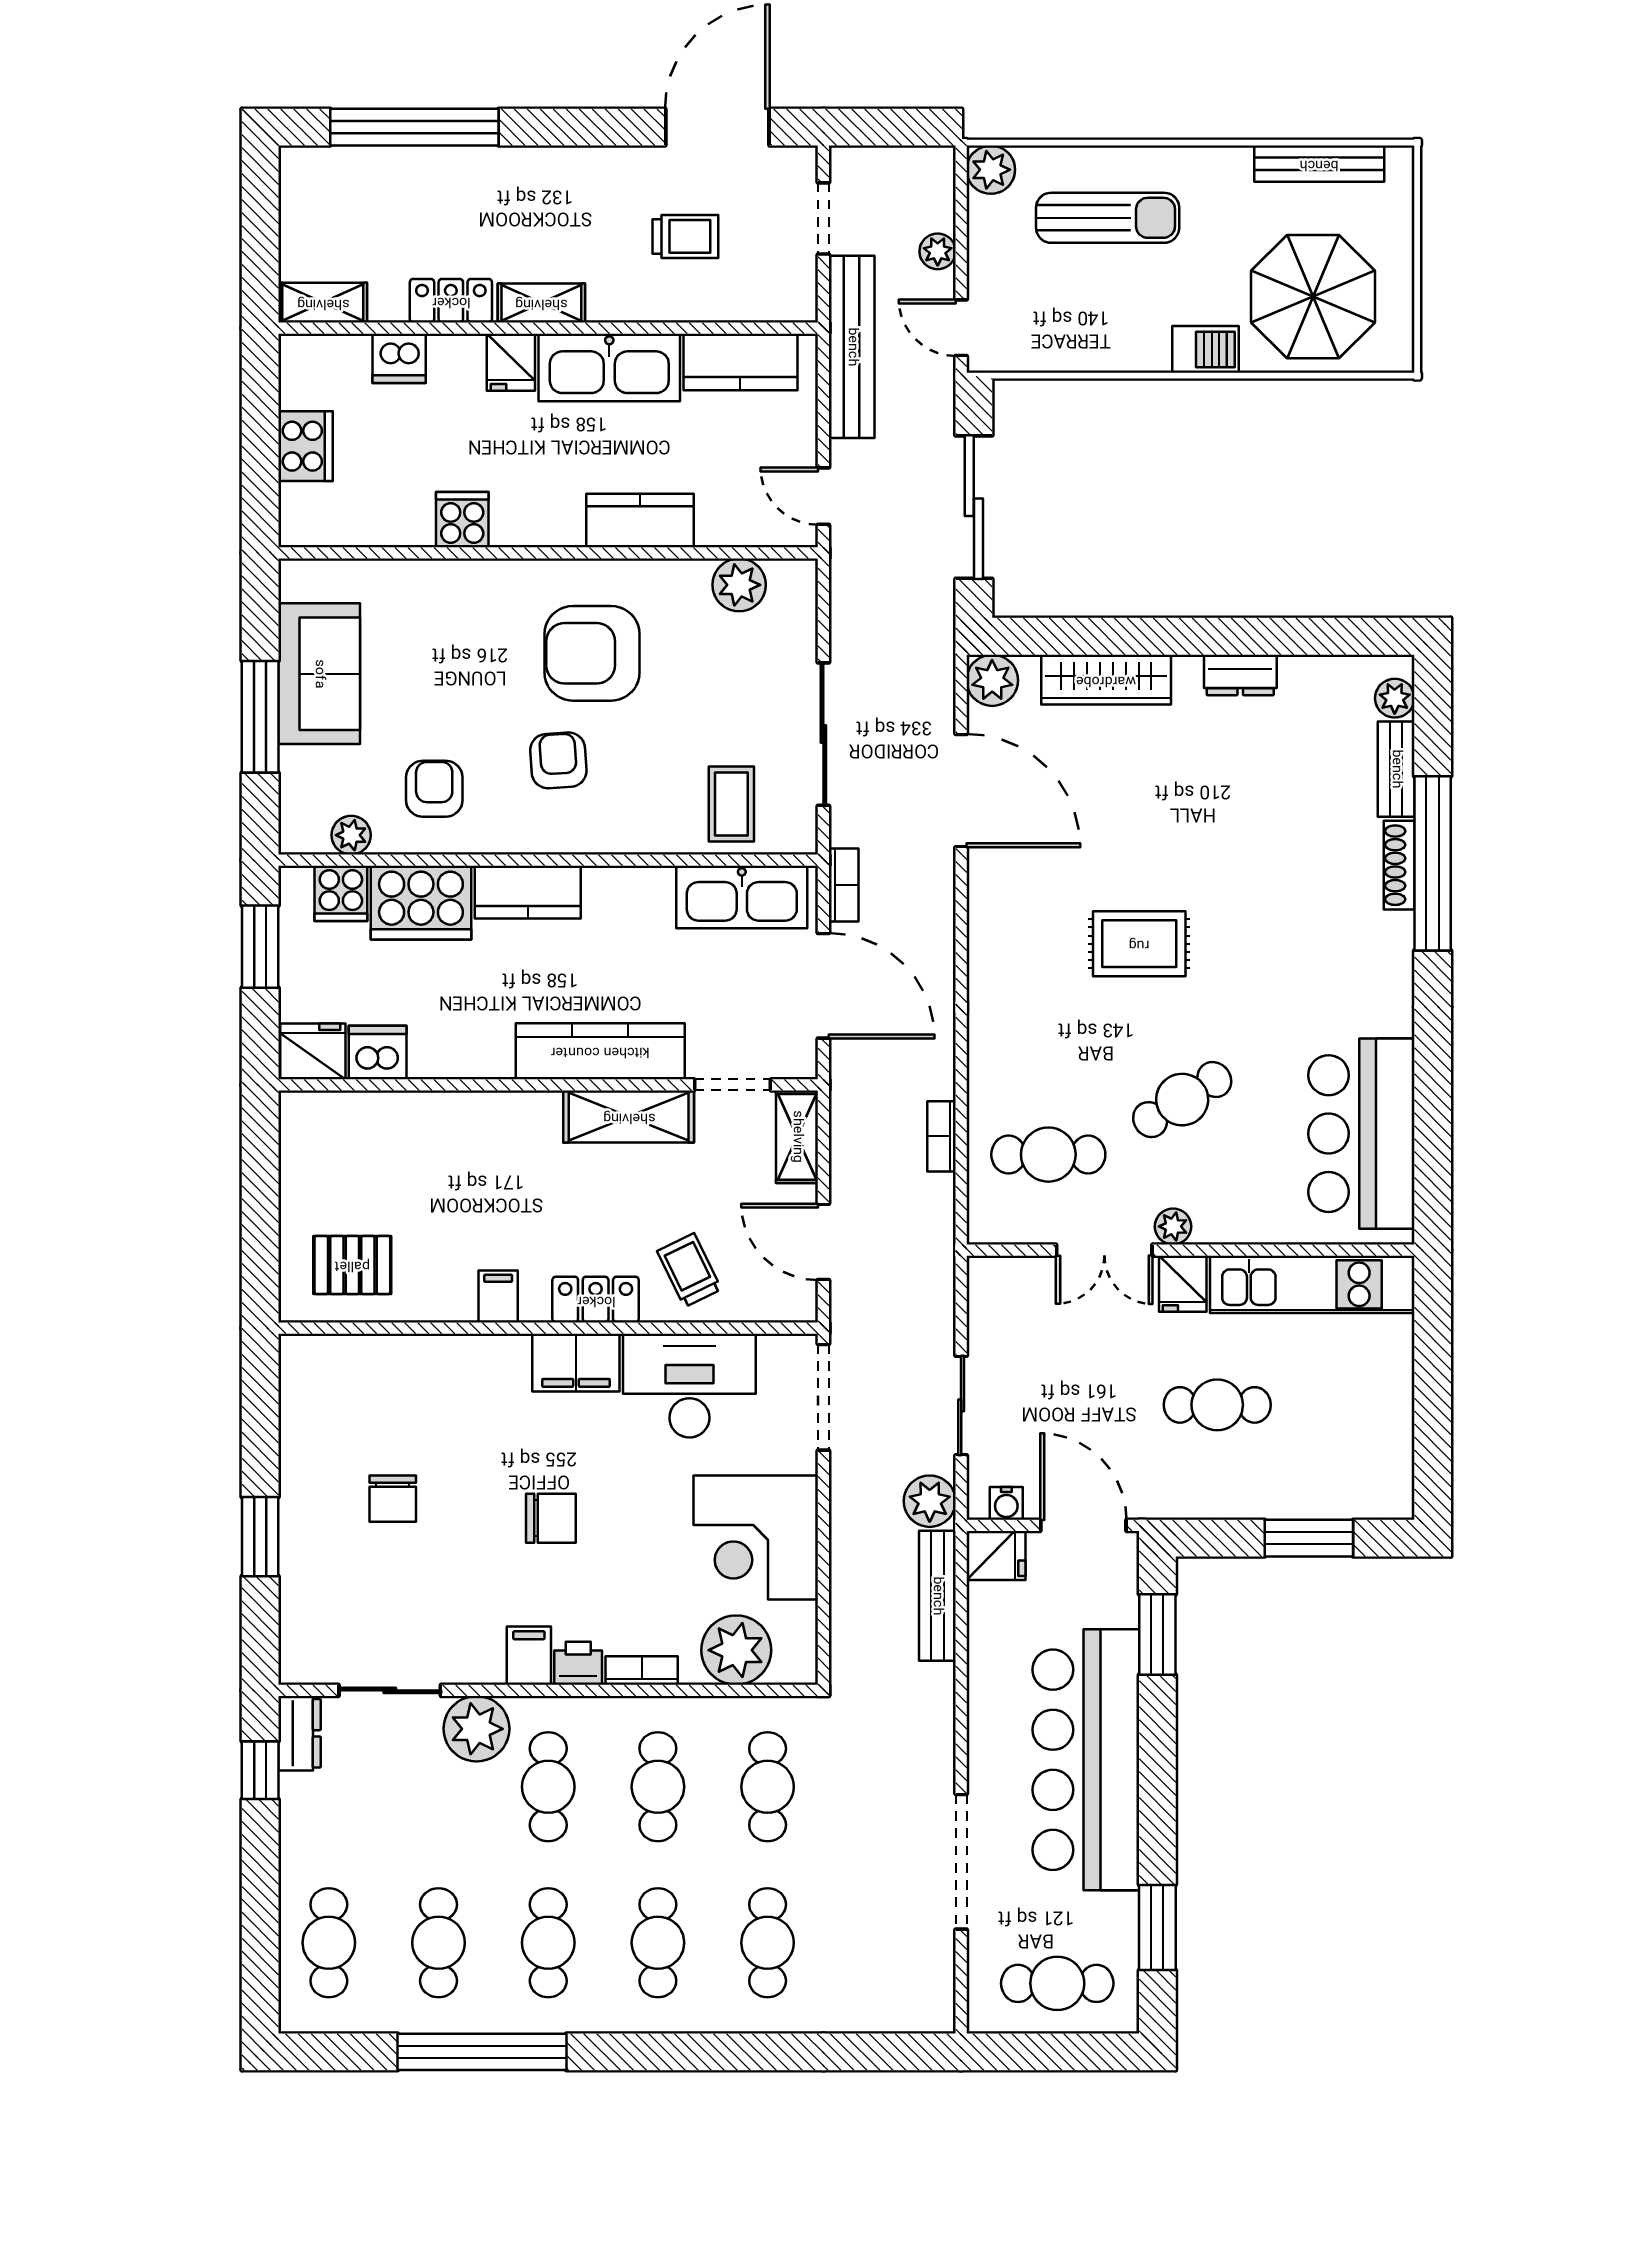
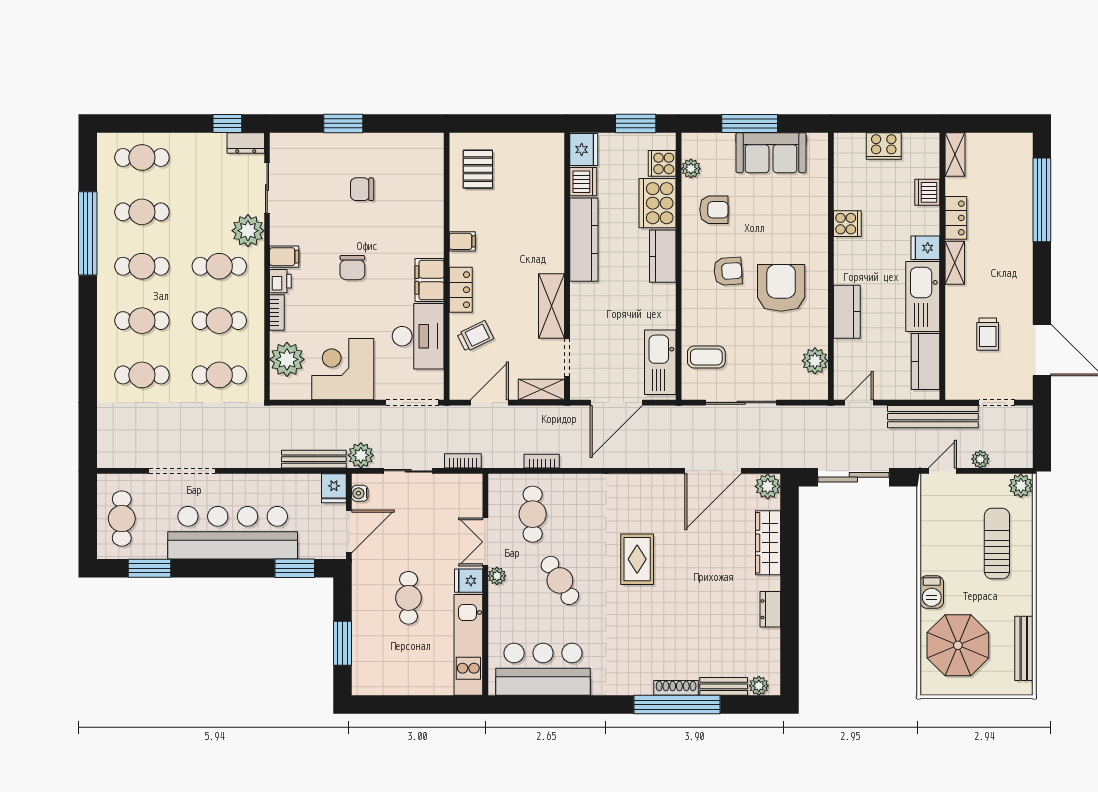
sun lounger: (1108, 218) -> (997, 544), turned 180
bookcase: (844, 885) -> (463, 461), moved, turned 180
kitchen counter: (600, 1051) -> (584, 240), moved

